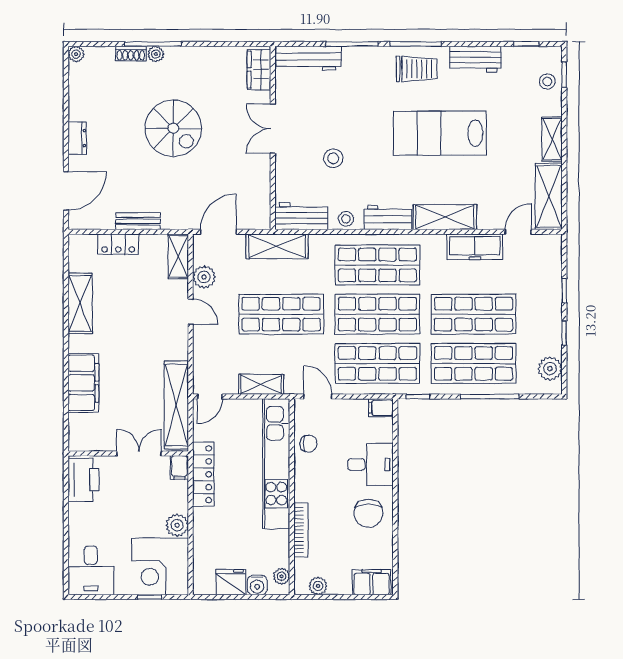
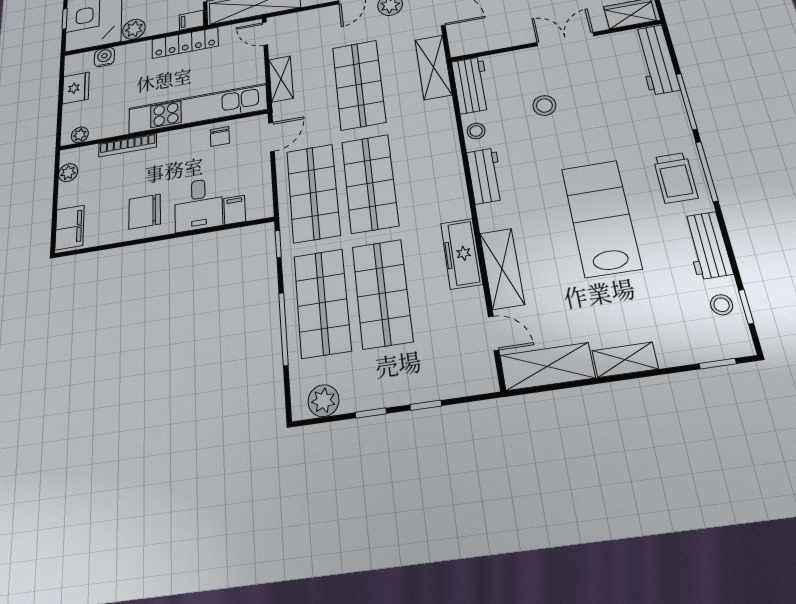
stool: (547, 82) -> (722, 305), moved
shelving: (445, 217) -> (502, 269), moved
freezer: (475, 247) -> (461, 254), moved
shop shelf: (377, 265) -> (427, 174), removed
filing cabinet: (381, 408) -> (235, 210), moved
water cooler: (257, 585) -> (104, 57), moved, turned 90

